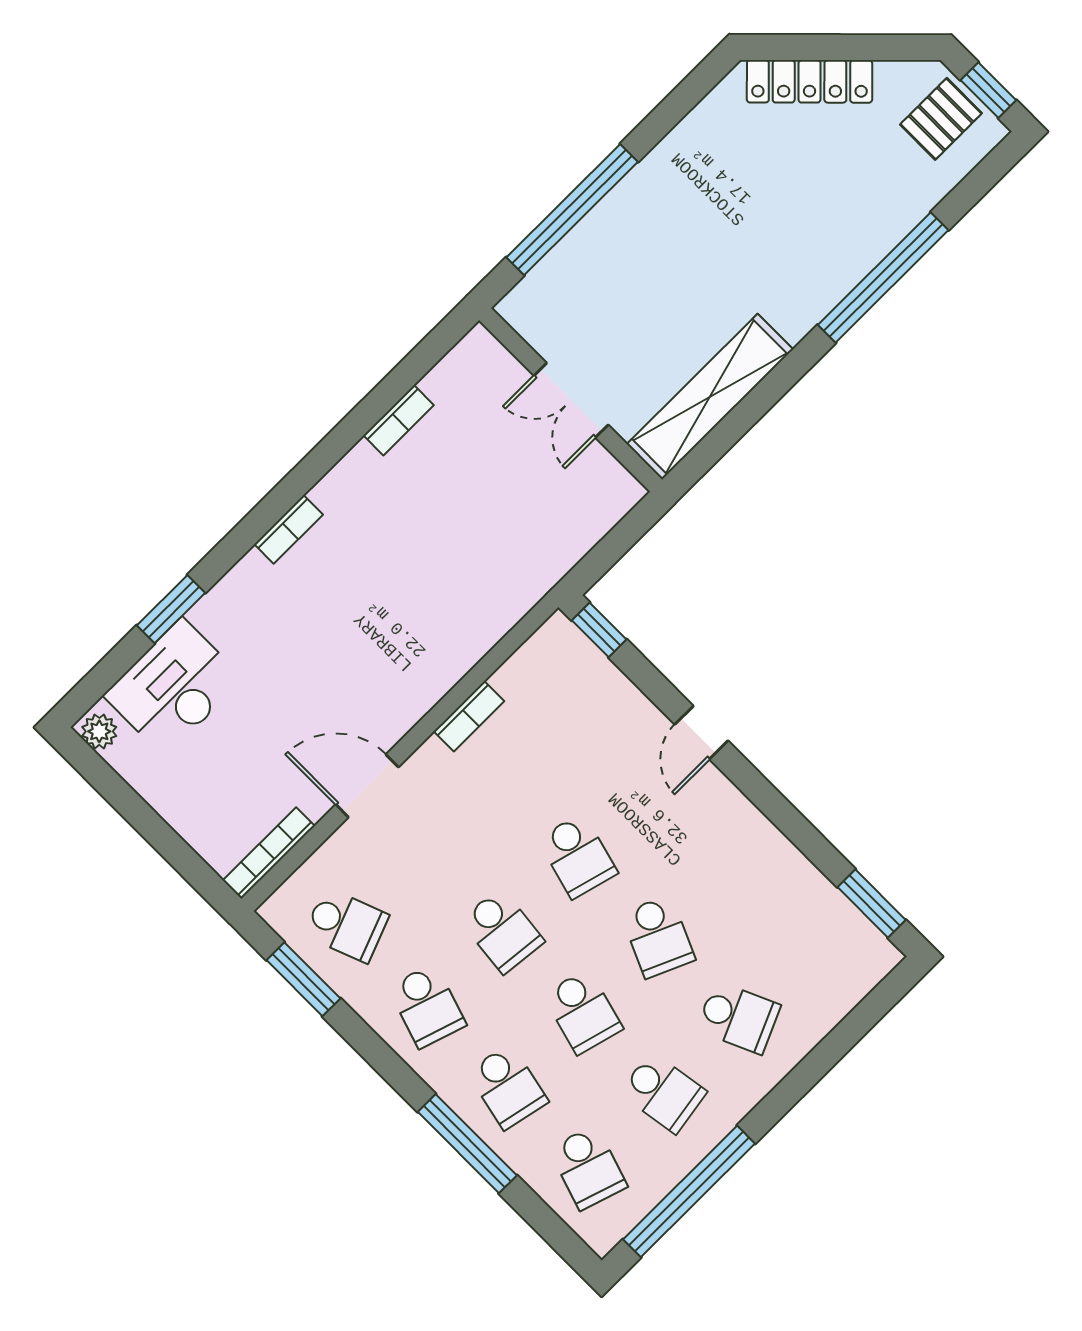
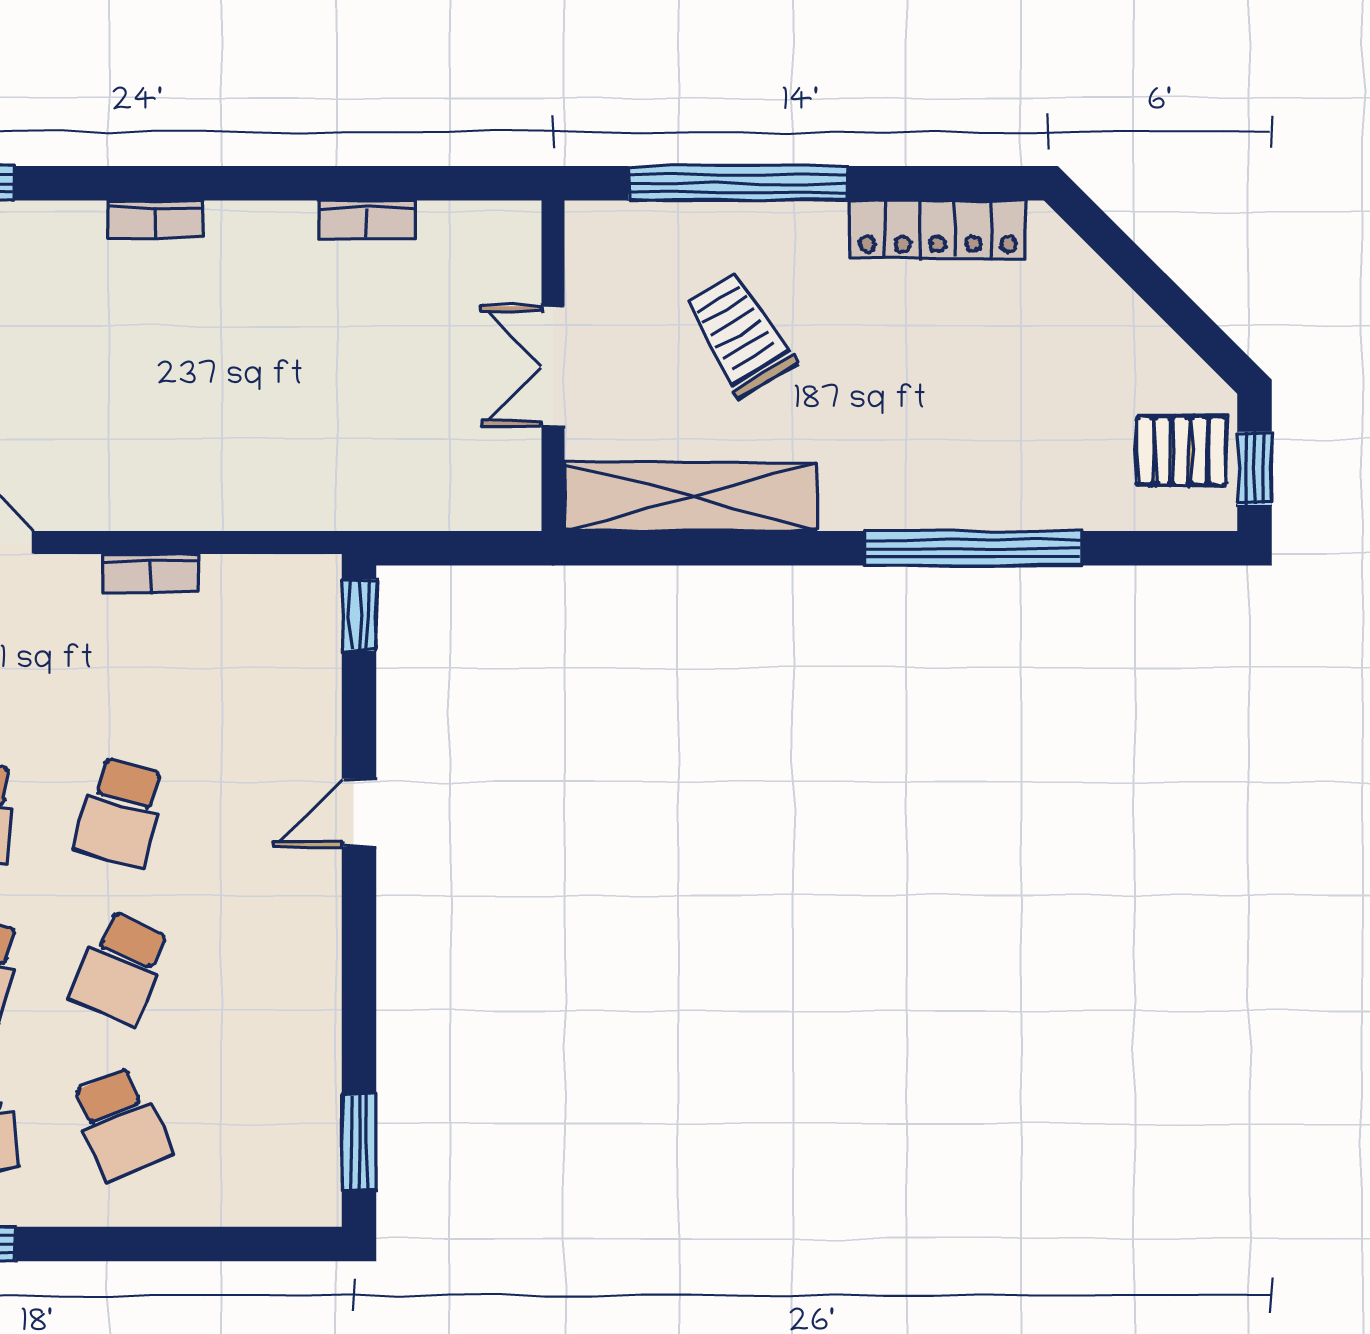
locker: (810, 81) -> (938, 229), moved, turned -45
trolley: (651, 287) -> (740, 334), added

